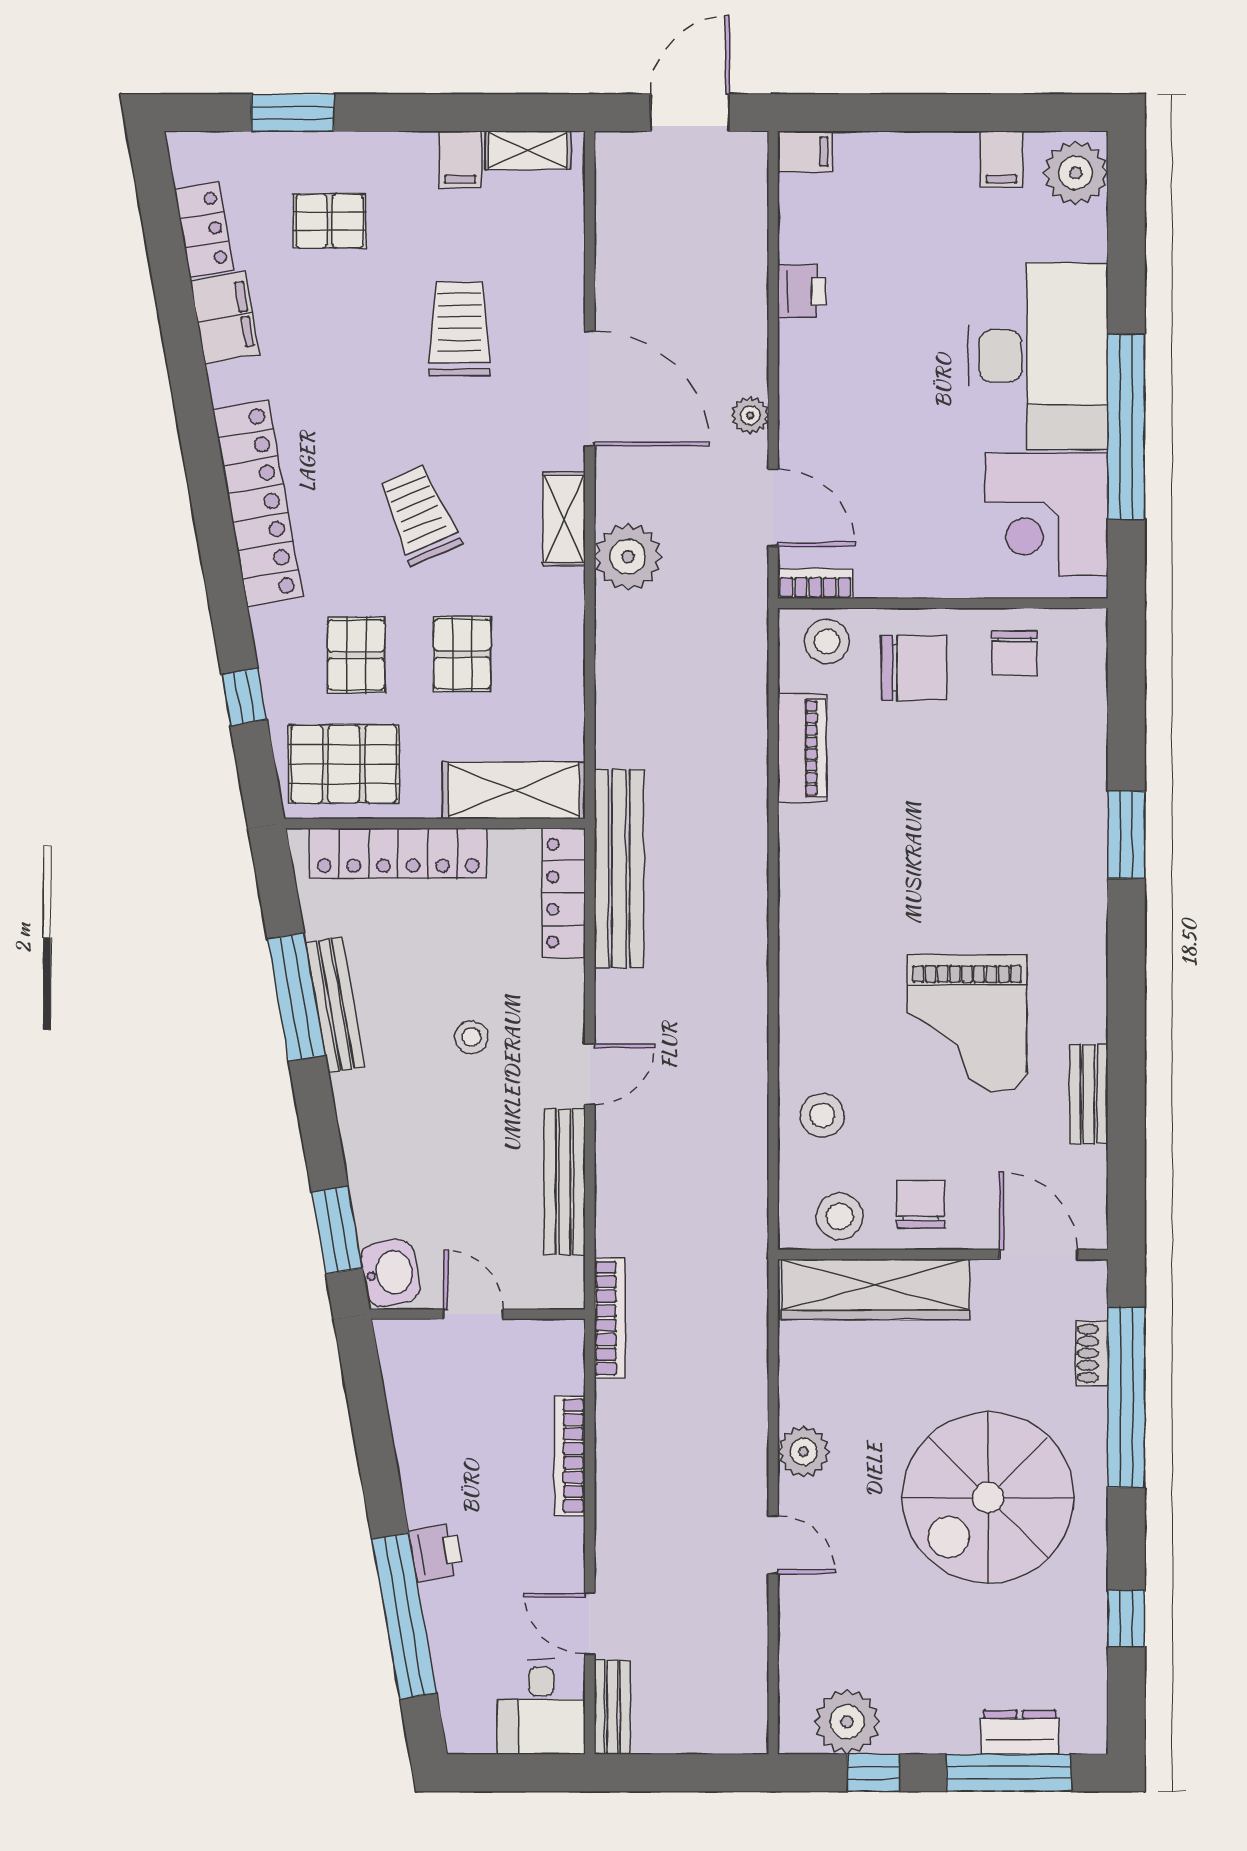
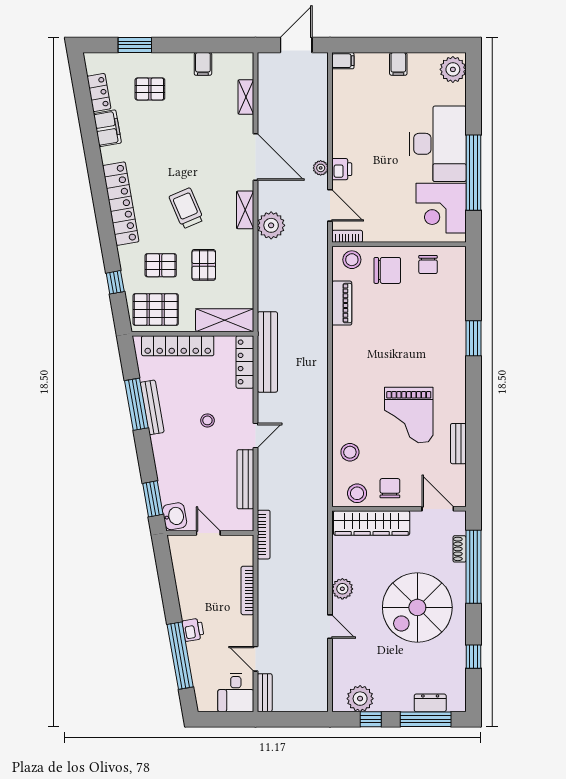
shelving: (528, 150) -> (246, 97), moved, turned 90
filing cabinet: (1001, 159) -> (398, 64), moved
printer: (802, 291) -> (342, 169), moved
trolley: (460, 329) -> (203, 133), removed
pallet: (356, 655) -> (161, 265), turned 90

